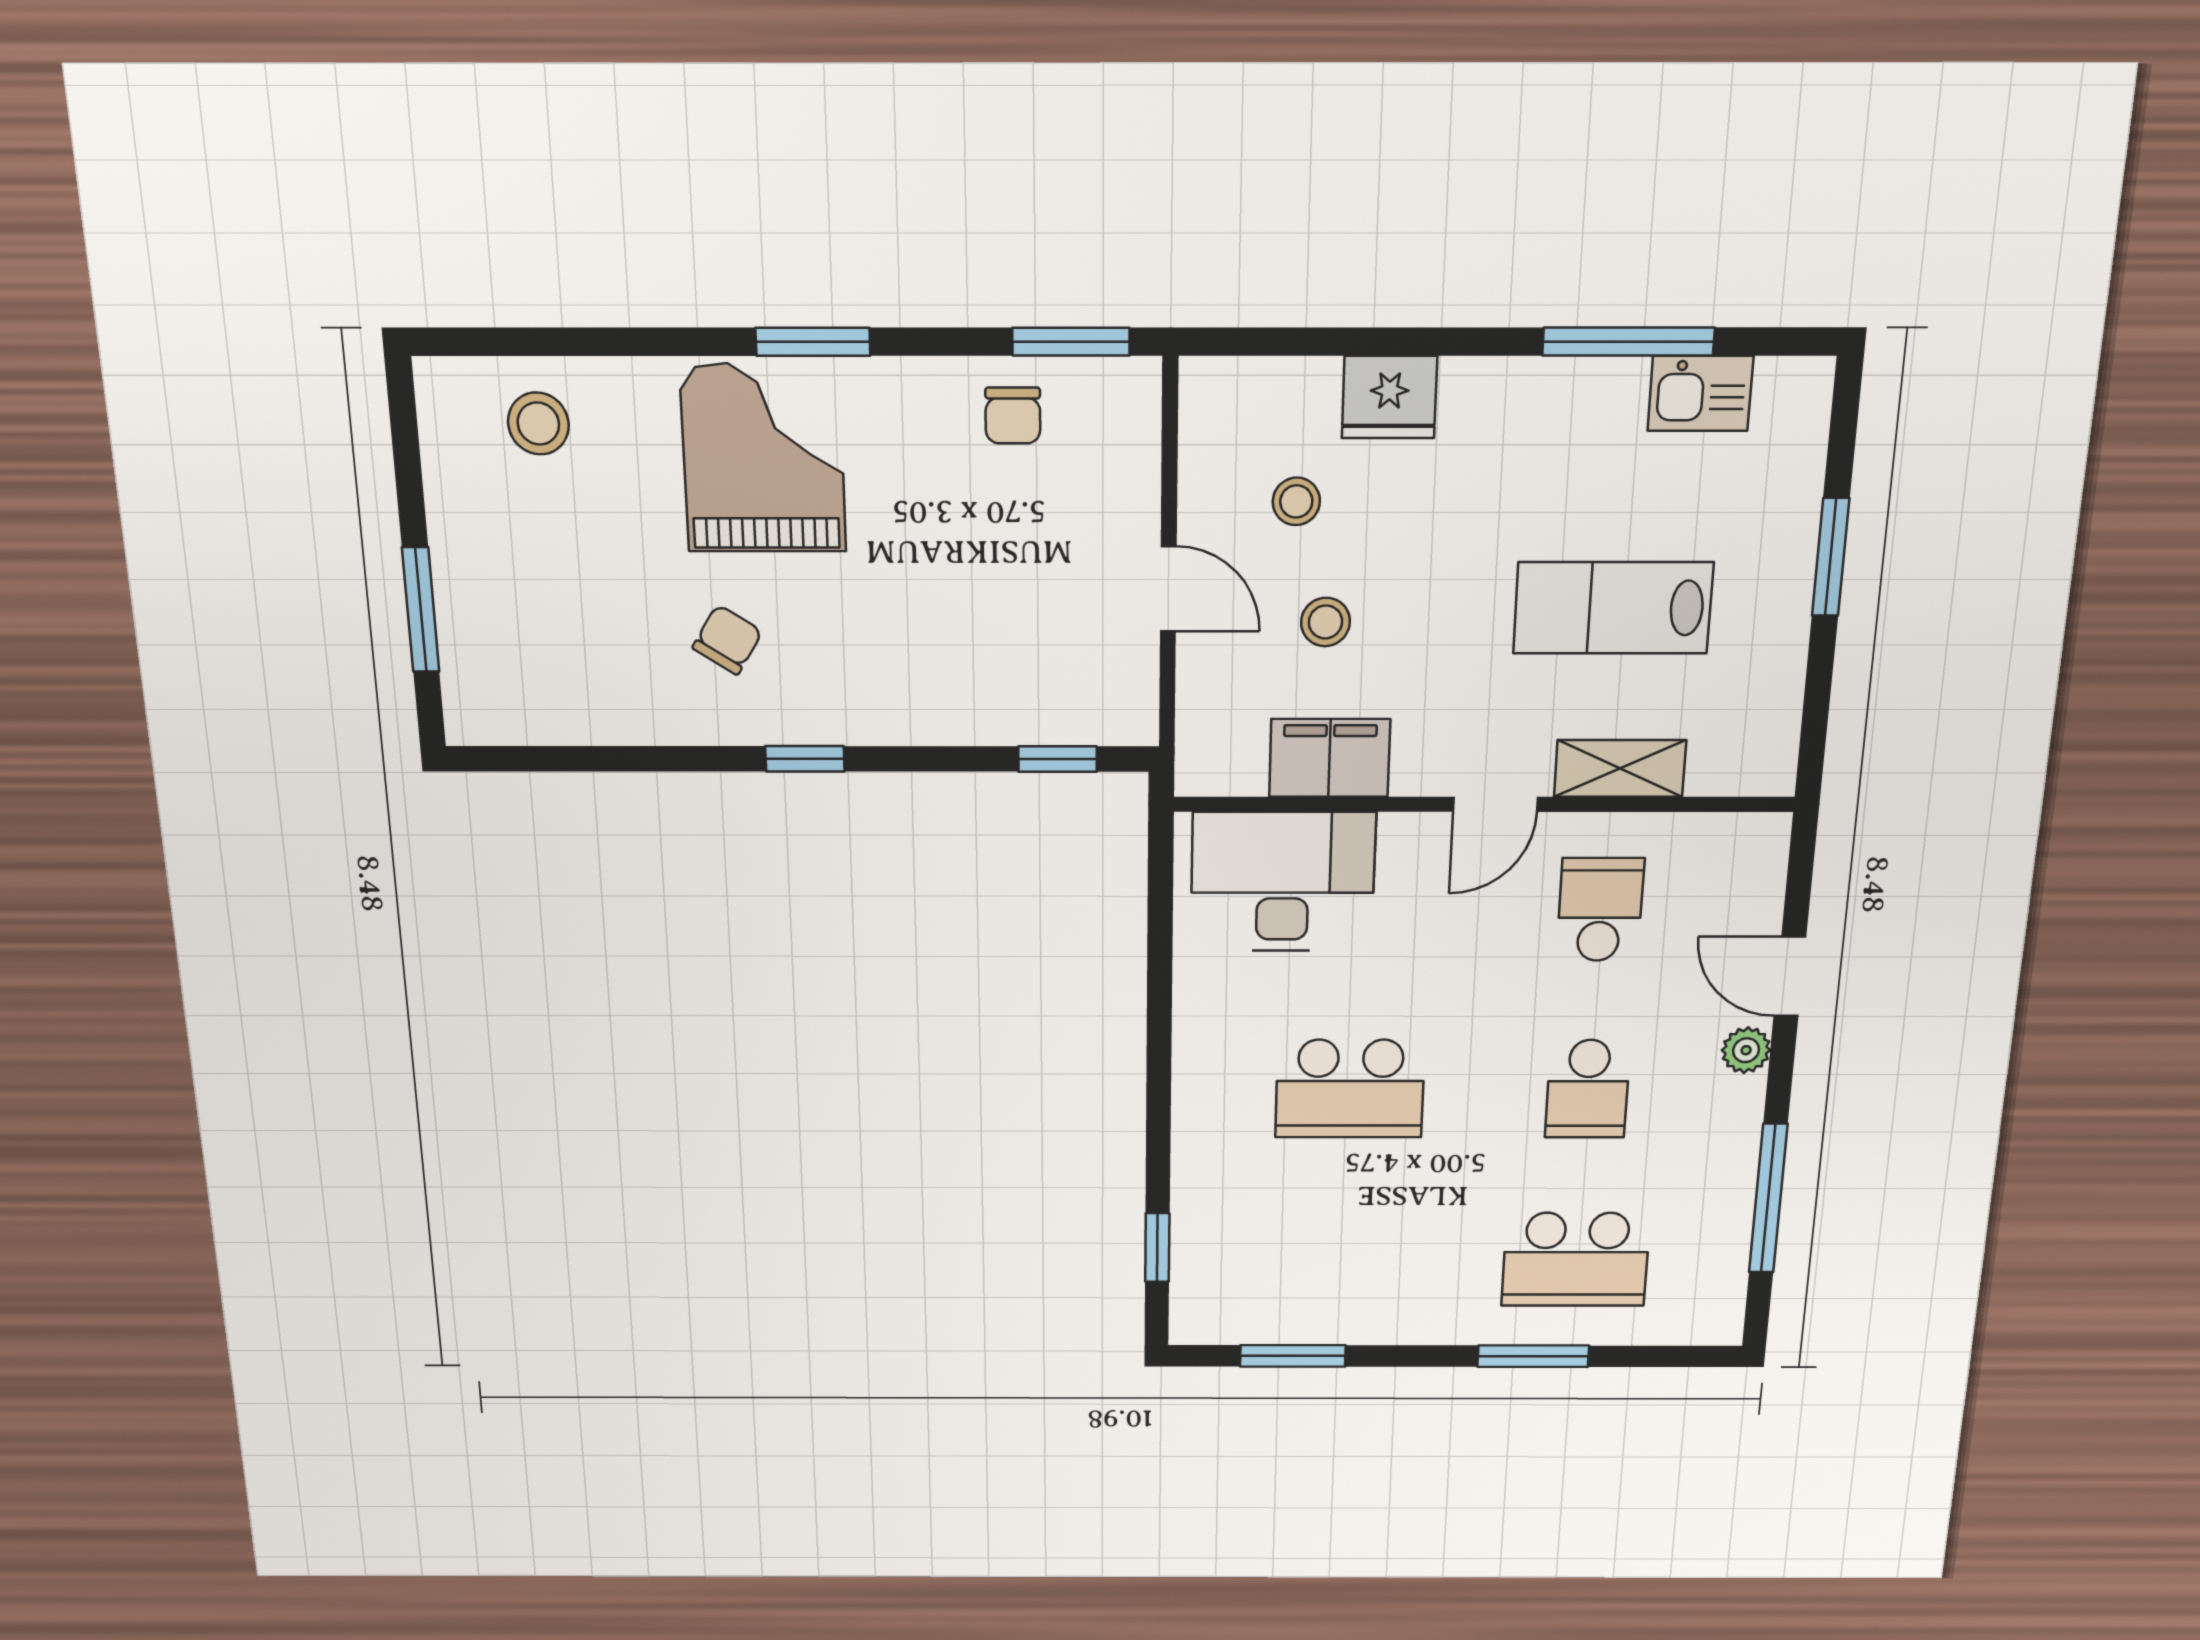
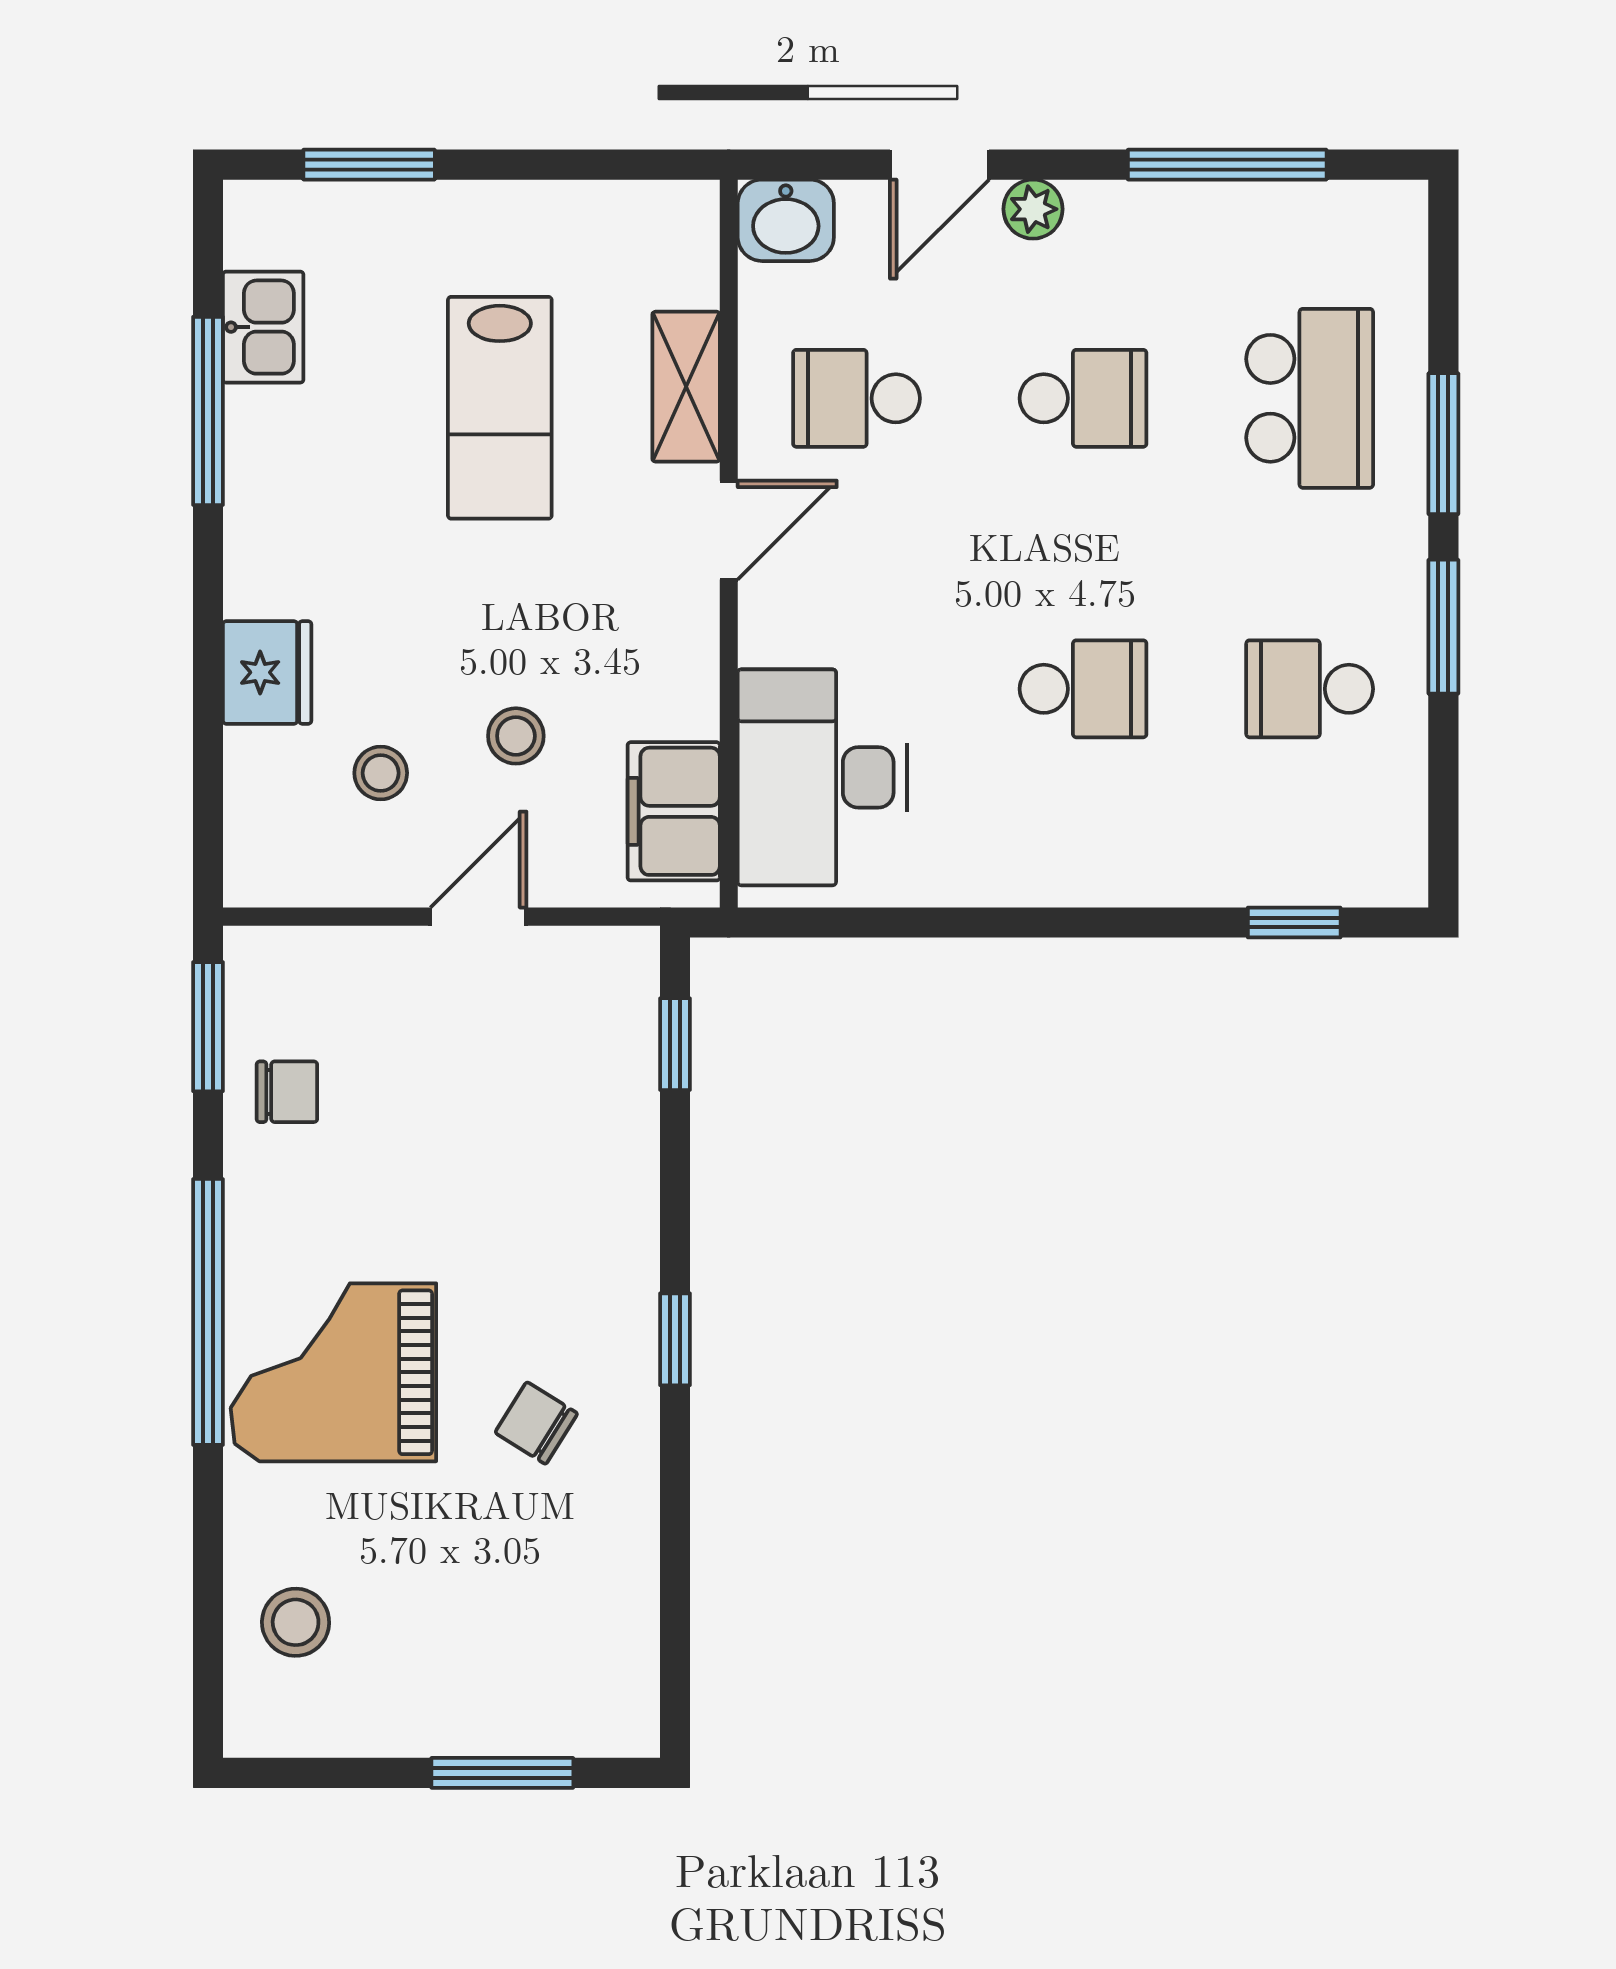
window: (813, 342) -> (208, 1312), width x2.11
window: (1831, 557) -> (369, 165), moved
filing cabinet: (1330, 758) -> (674, 811), moved
door: (1495, 804) -> (729, 530), hinge flipped
washbasin: (1755, 852) -> (786, 220), added
school desk: (1350, 1089) -> (1083, 689), width x0.54
school desk: (1344, 1259) -> (1310, 689), added
window: (1293, 1356) -> (1443, 627), moved

